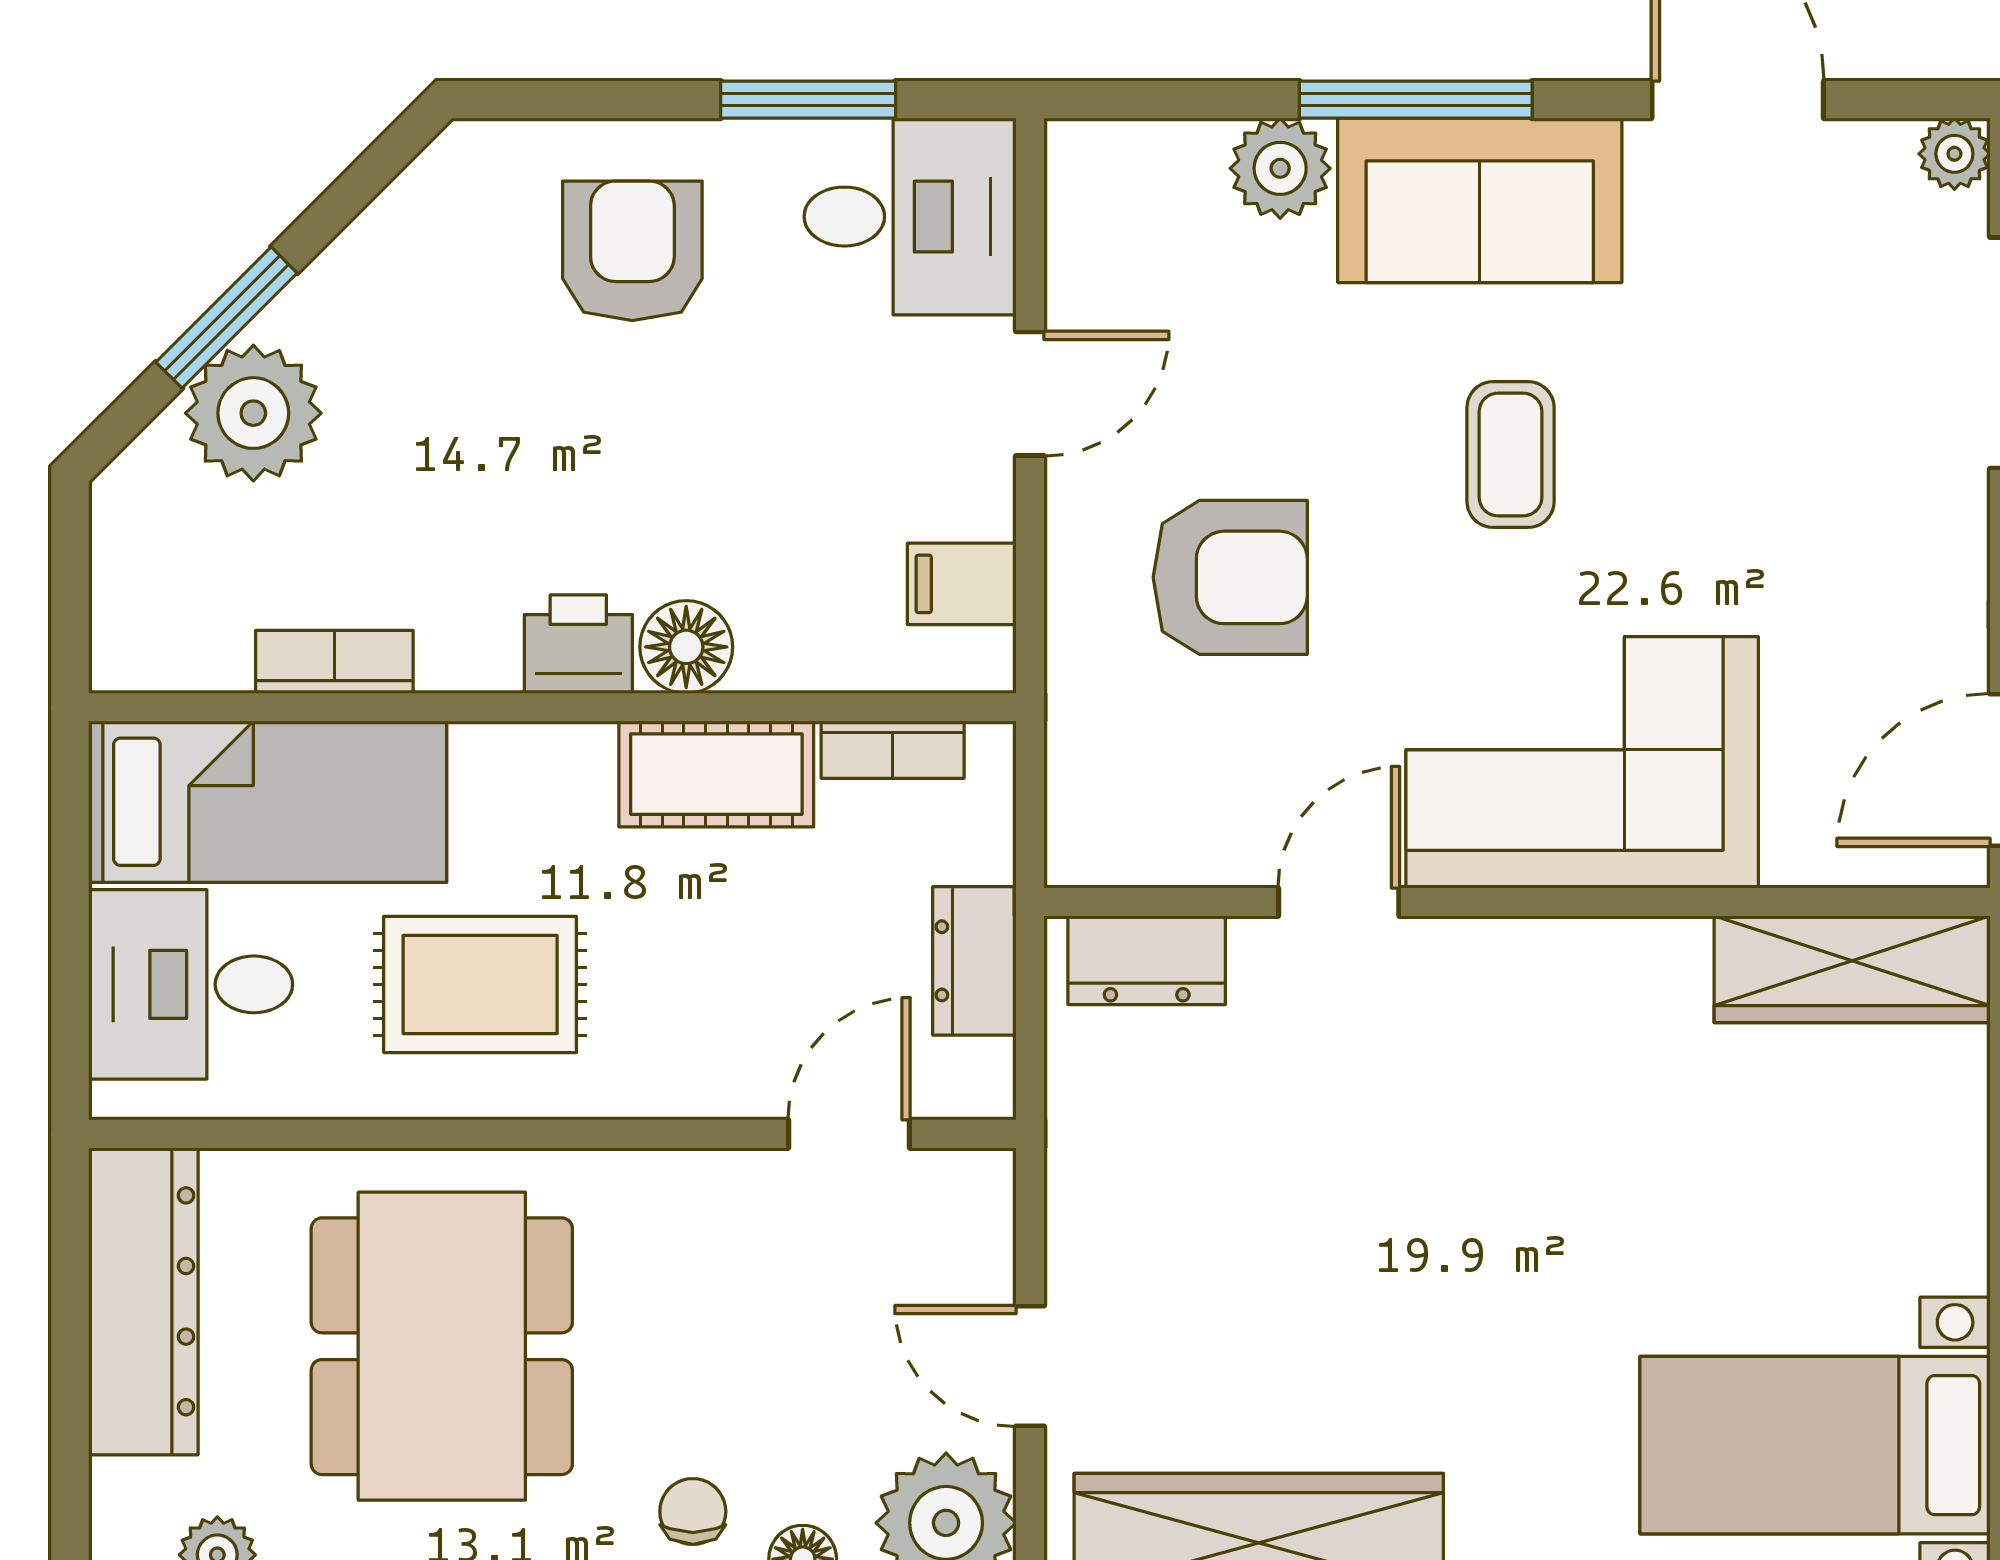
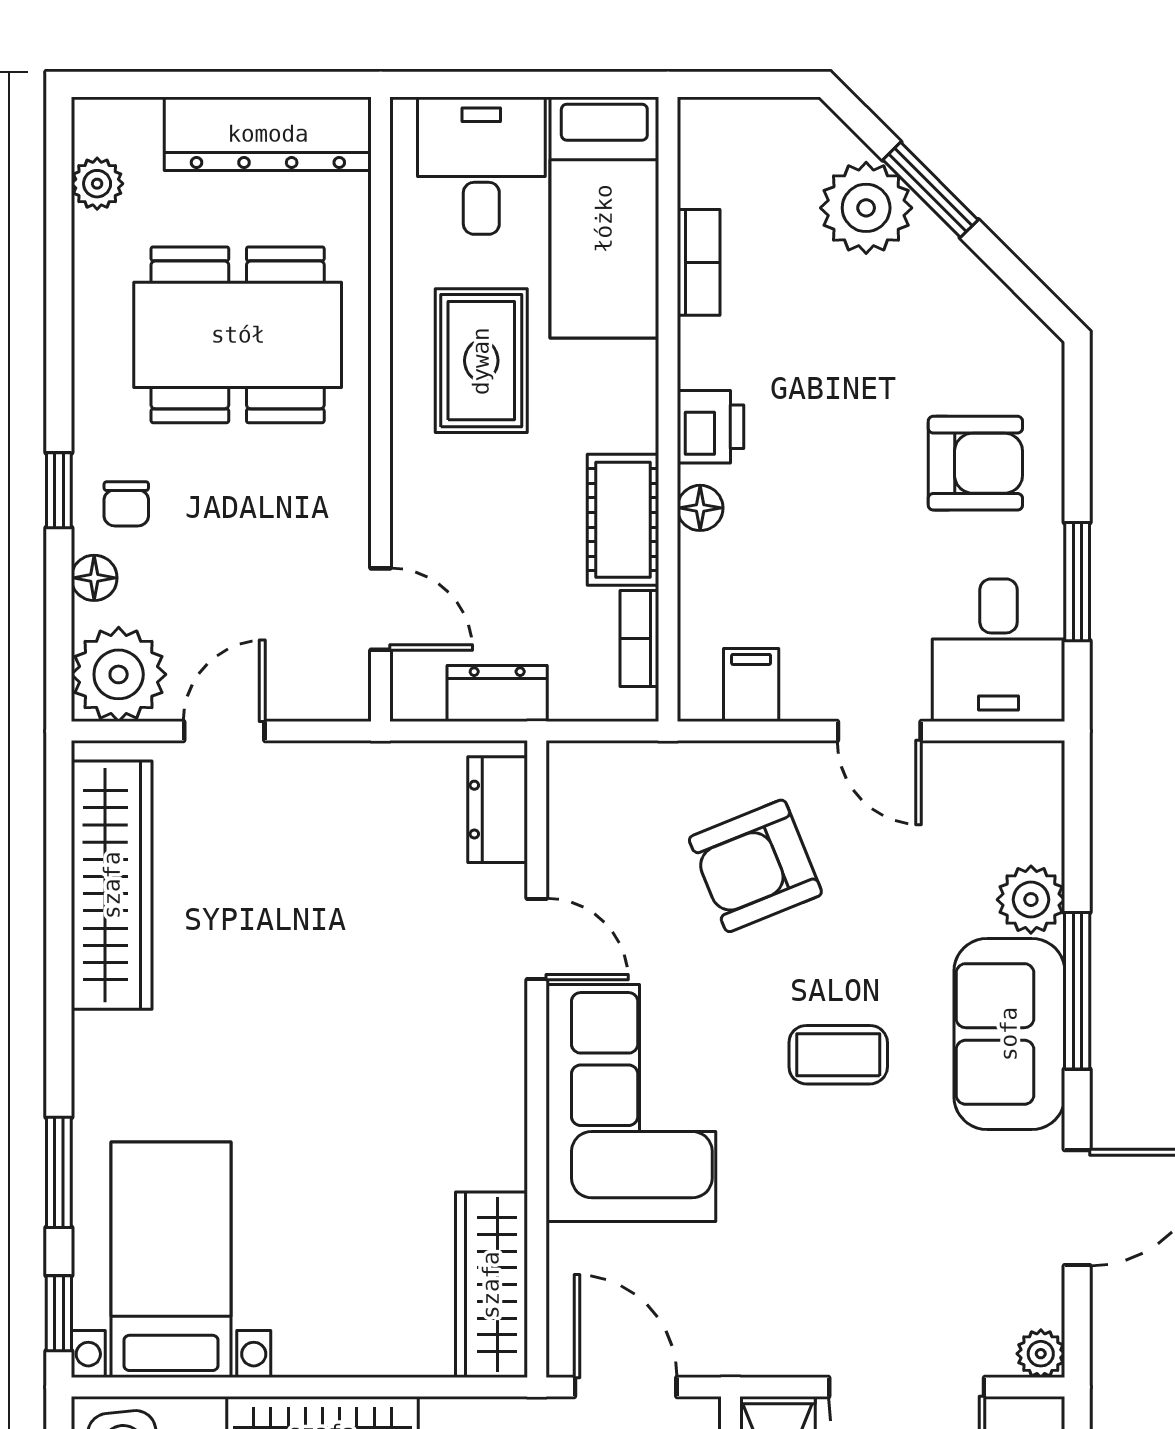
armchair: (1230, 577) -> (755, 866), turned 68
floor lamp: (686, 647) -> (700, 508), width x0.73, depth x0.73
chair: (693, 1511) -> (126, 504), turned 90

